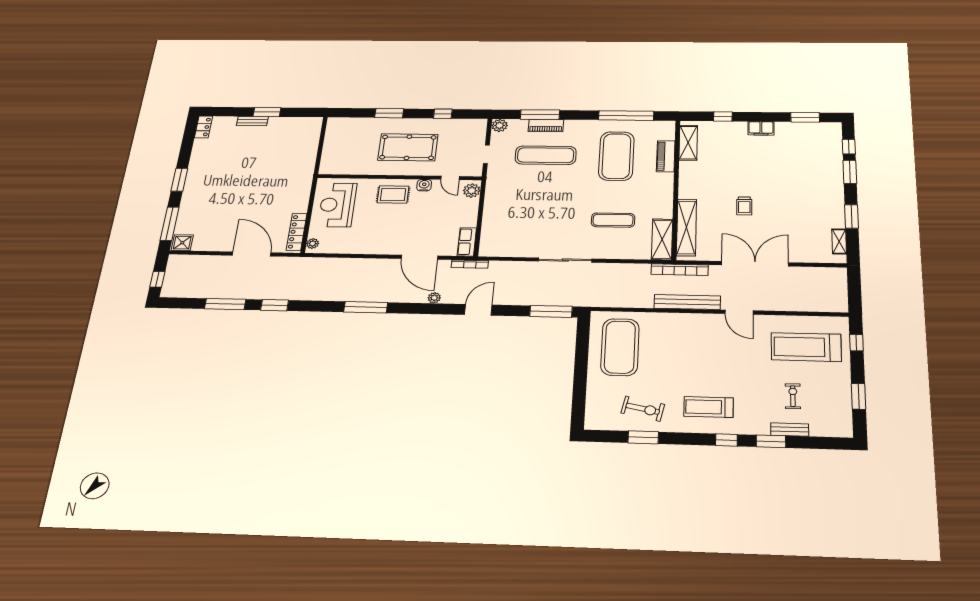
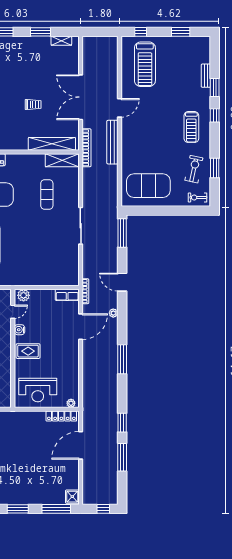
rug: (393, 195) -> (28, 351), turned 90
exercise bike: (793, 396) -> (197, 197), moved

